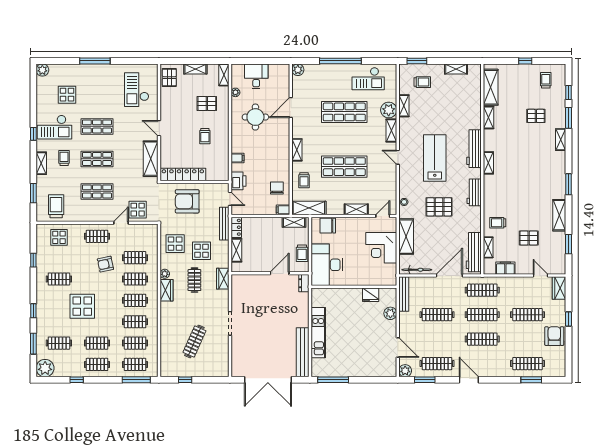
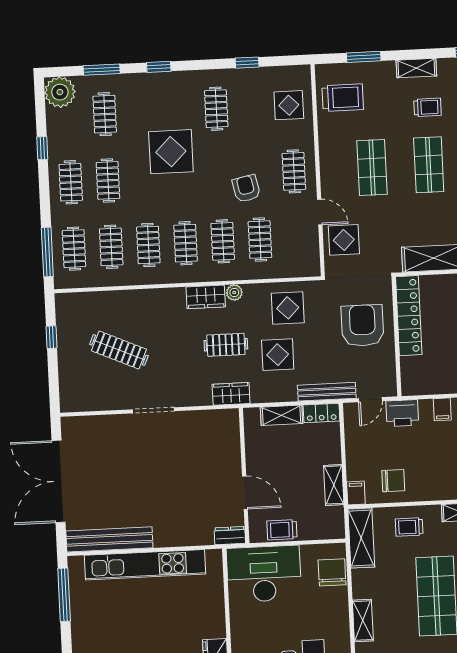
shelving: (294, 222) -> (334, 485), moved
kitchen unit: (318, 333) -> (145, 565), width x1.36

